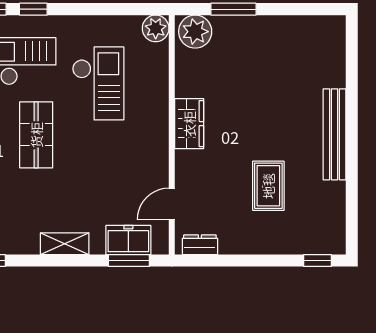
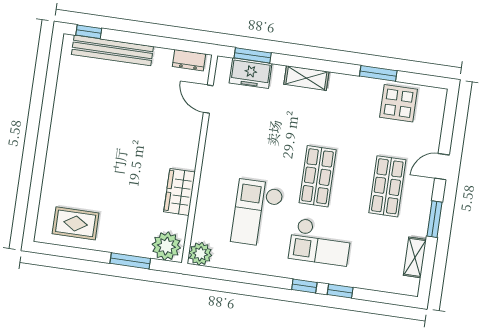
wardrobe: (189, 124) -> (180, 192), moved
bench: (334, 134) -> (112, 50), moved, turned 90
rug: (268, 186) -> (76, 223), moved, turned 90
door: (172, 204) -> (208, 99), swing flipped

